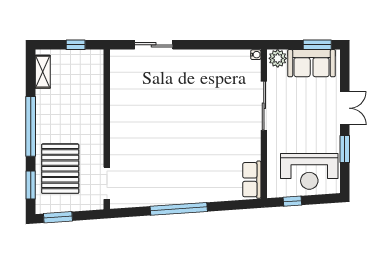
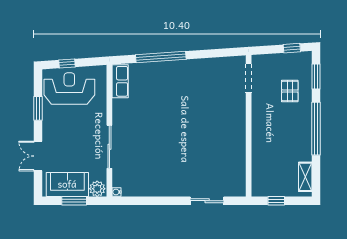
window: (317, 45) -> (74, 201), moved
double door: (345, 108) -> (38, 156), moved
pallet: (60, 169) -> (290, 91), width x0.49, depth x0.50
window: (292, 201) -> (67, 63), moved
window: (179, 209) -> (161, 57), moved
window: (58, 217) -> (292, 48), width x0.67

